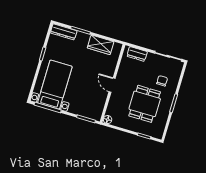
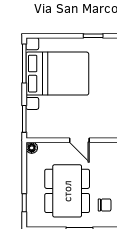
bed with nightstands: (55, 85) -> (57, 74), width x1.36
door: (112, 85) -> (79, 140), swing flipped
dining table: (145, 104) -> (67, 191), width x1.38

